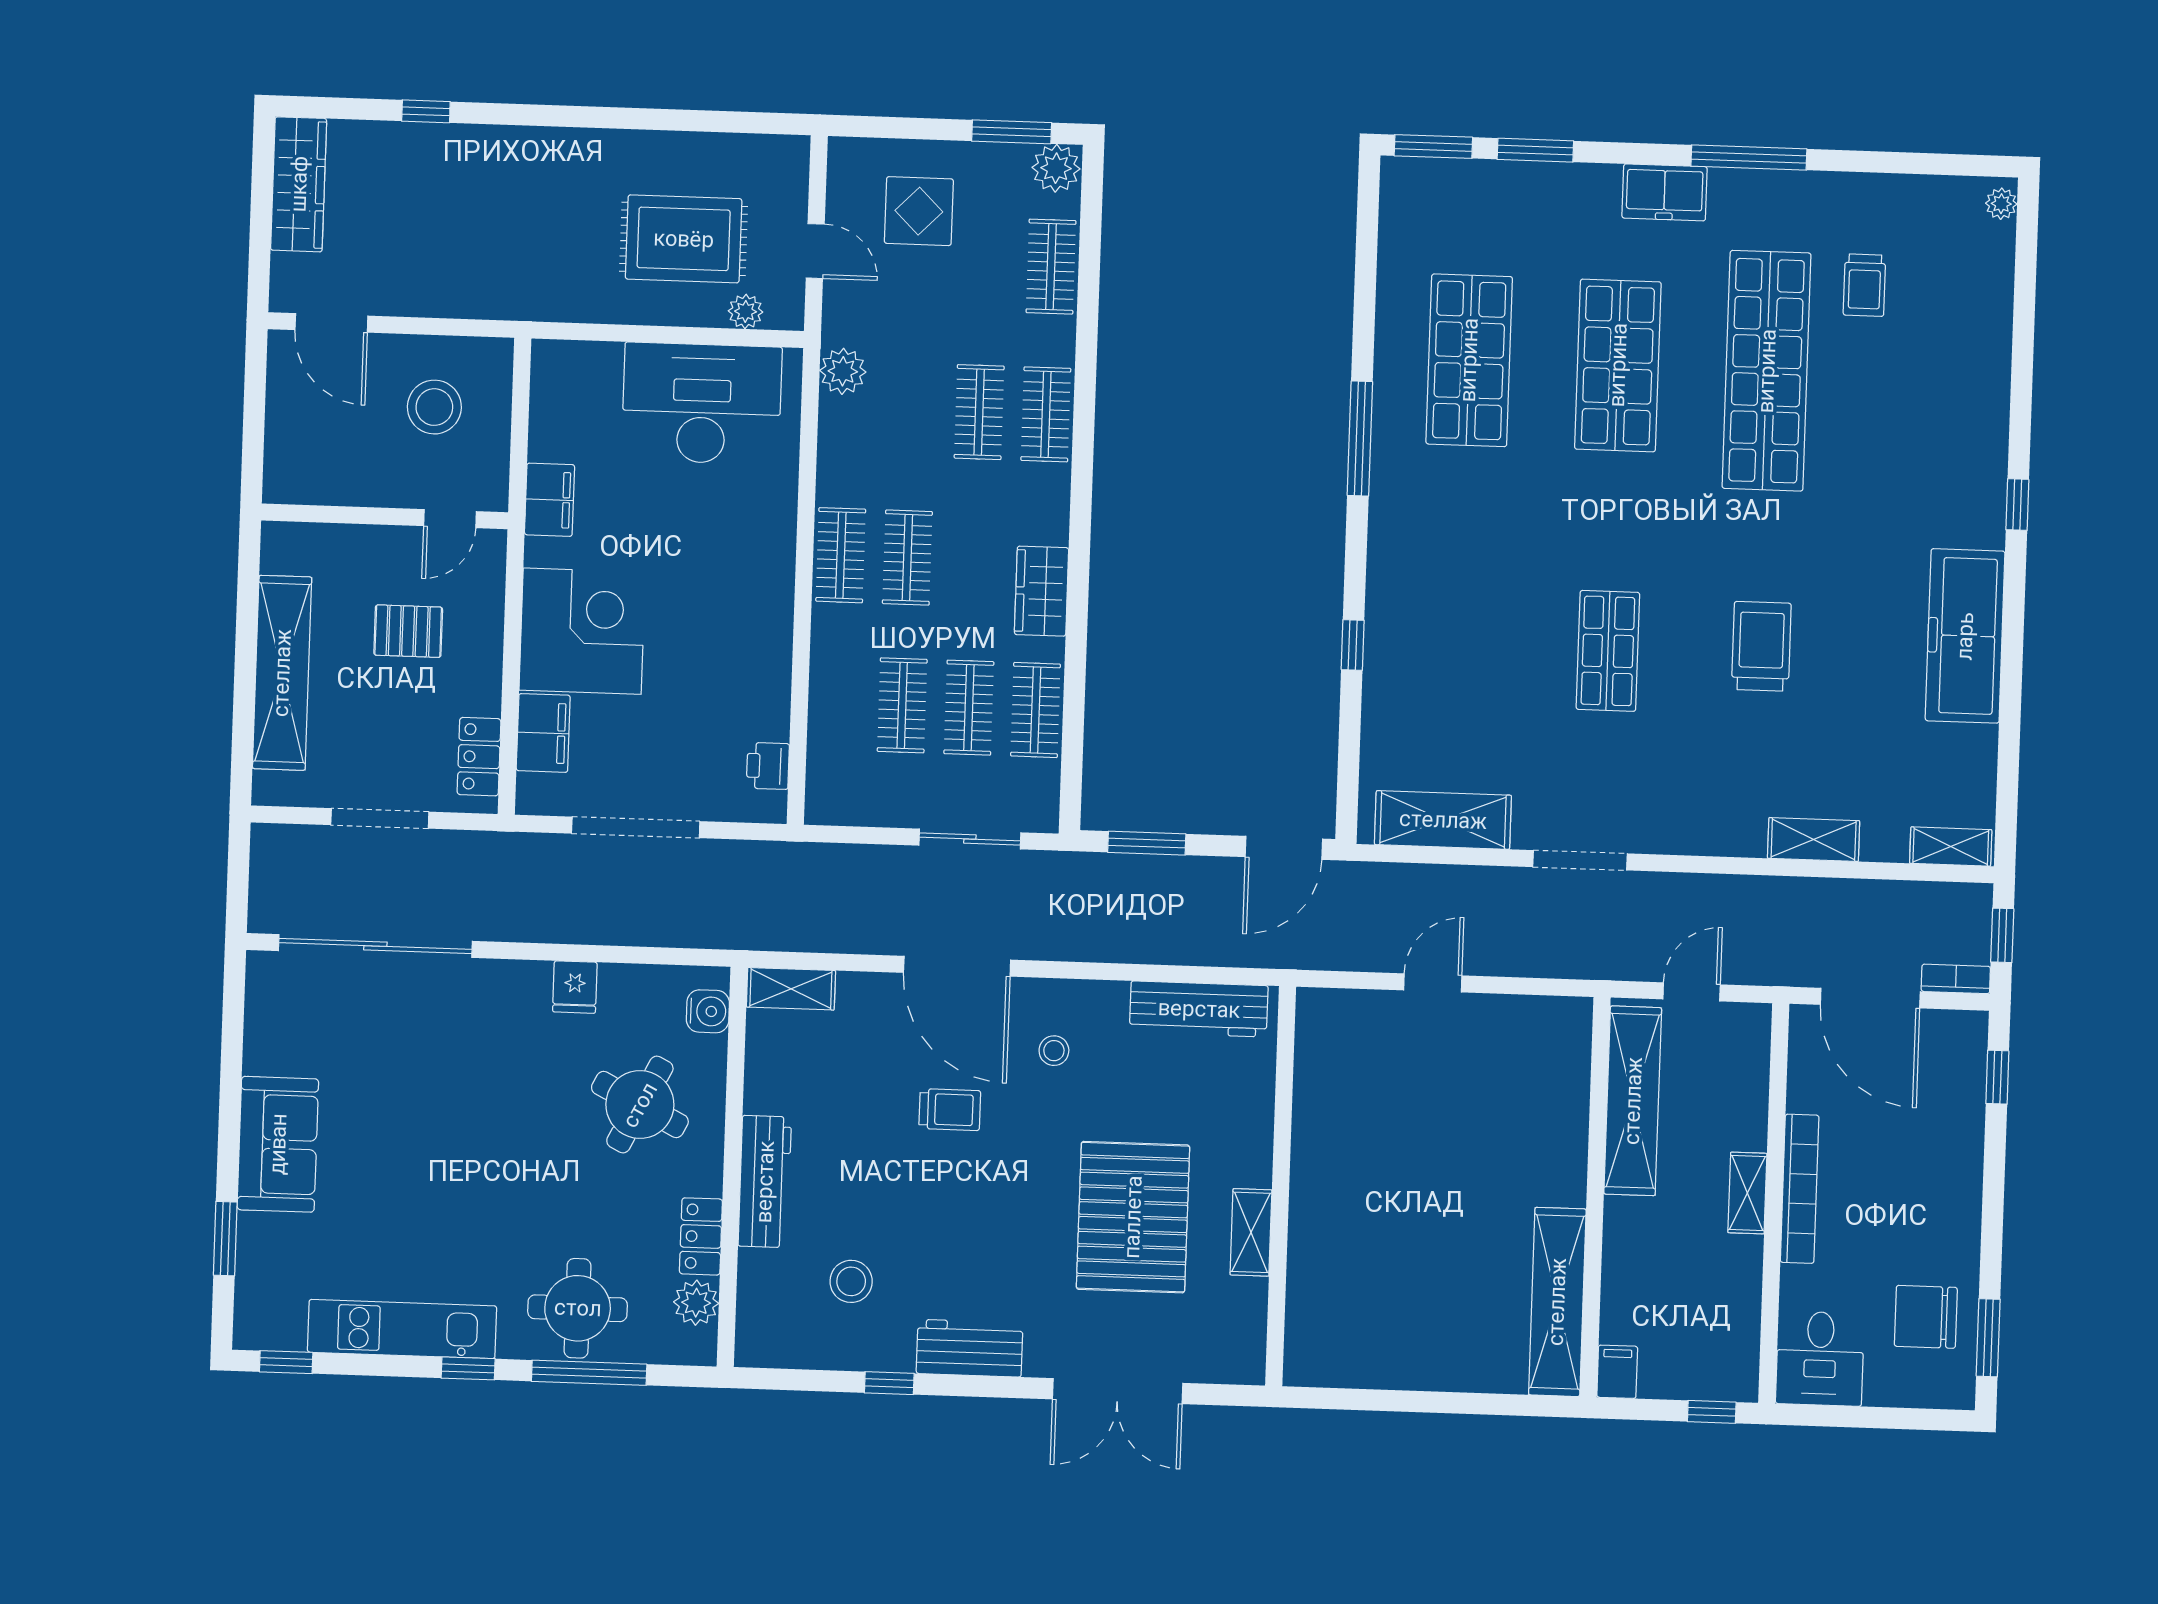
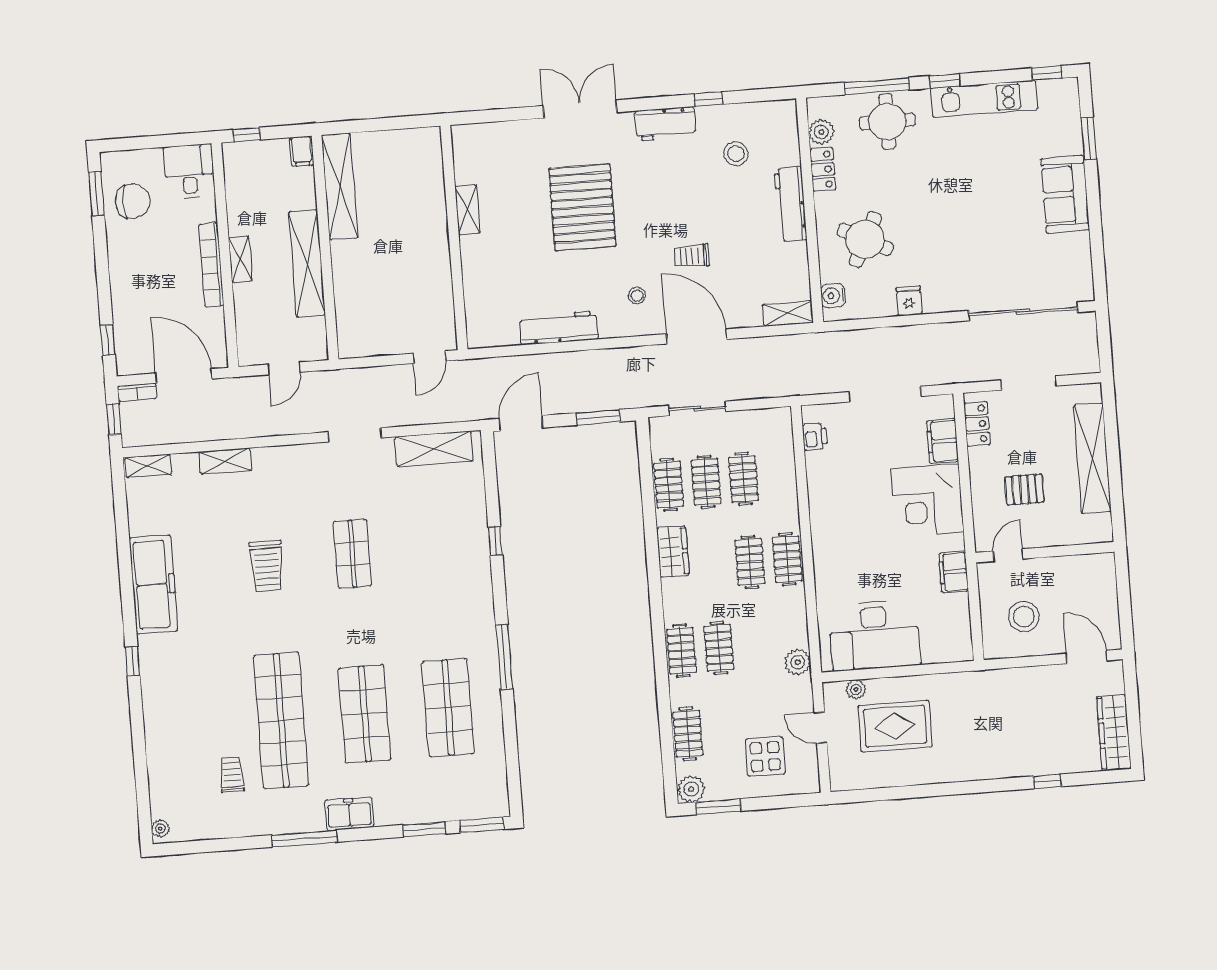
shelving: (1633, 1101) -> (307, 264), moved
wall: (1281, 1186) -> (454, 238), moved
shelving: (1251, 1232) -> (468, 210), moved

